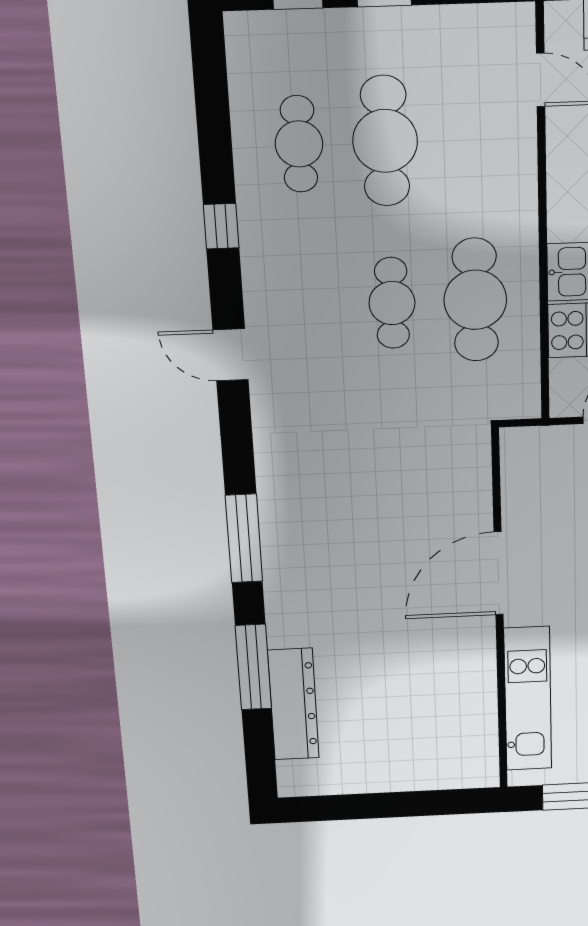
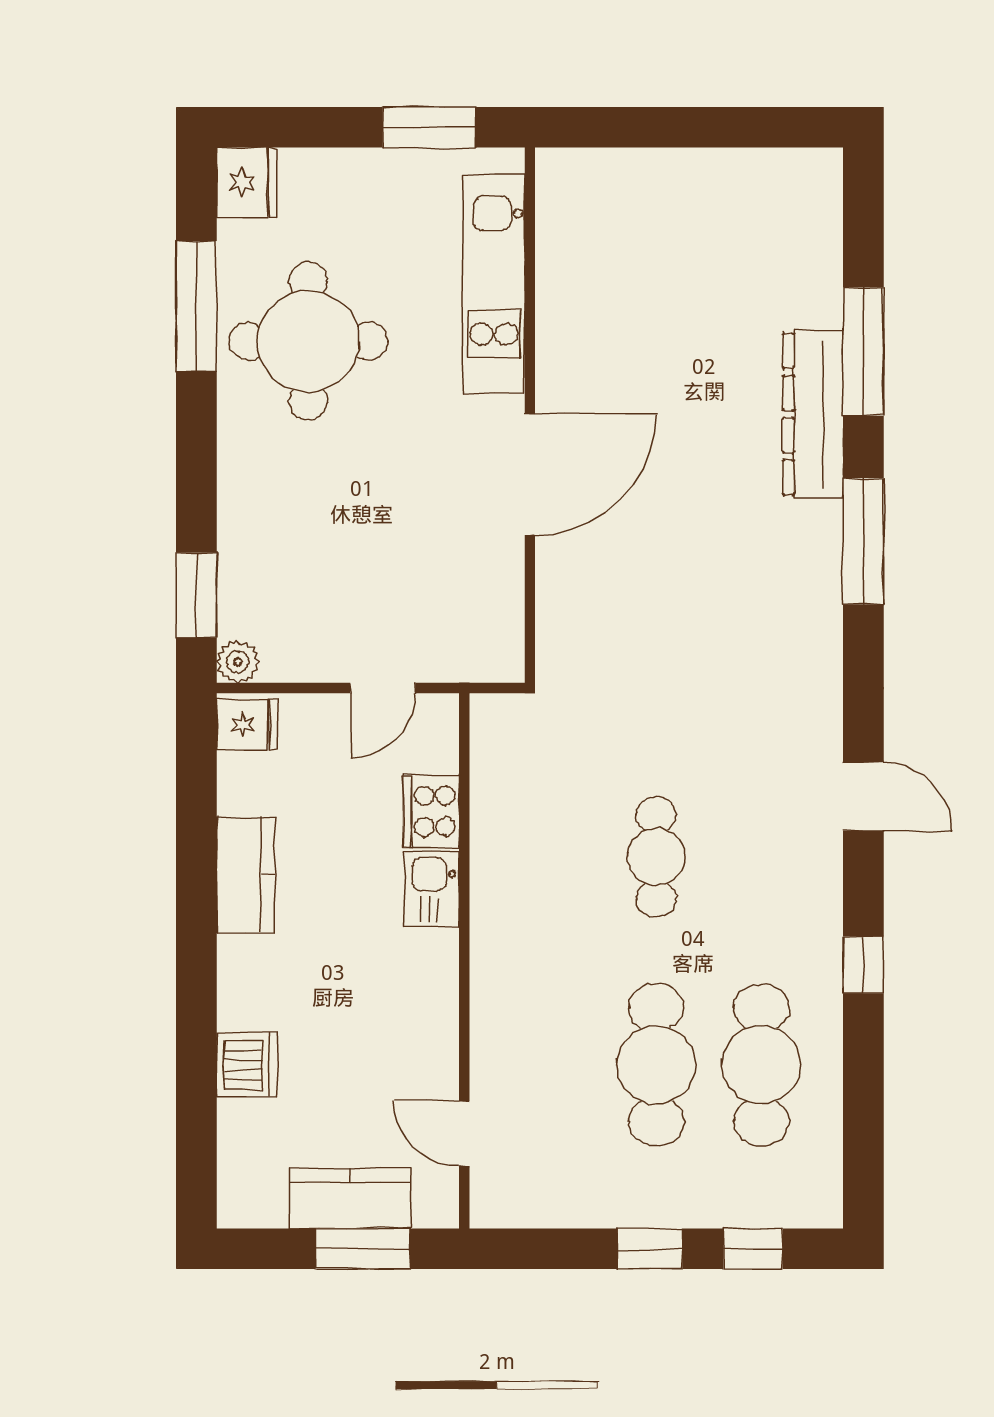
cafe table: (299, 144) -> (761, 1065), width x1.37, depth x1.35
cafe table: (475, 300) -> (551, 857), removed
dresser: (293, 704) -> (813, 414), moved

